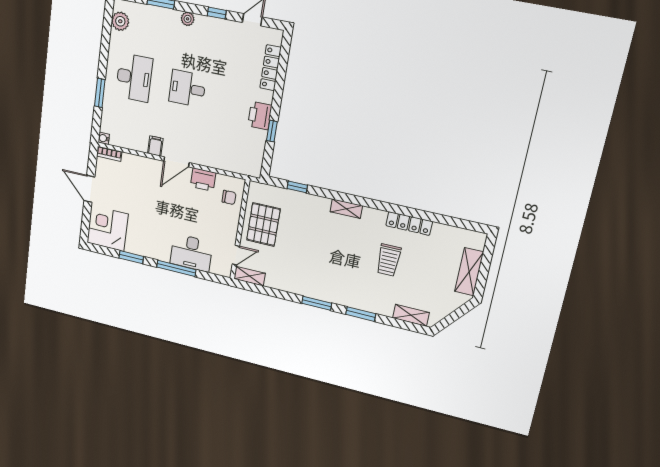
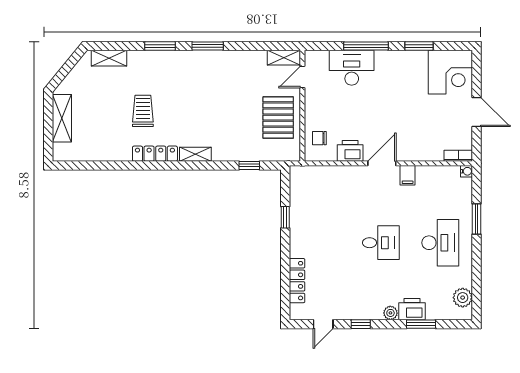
desk: (134, 78) -> (440, 243), turned 180
printer: (260, 116) -> (412, 309), moved, turned -90
locker: (409, 223) -> (155, 154), moved

